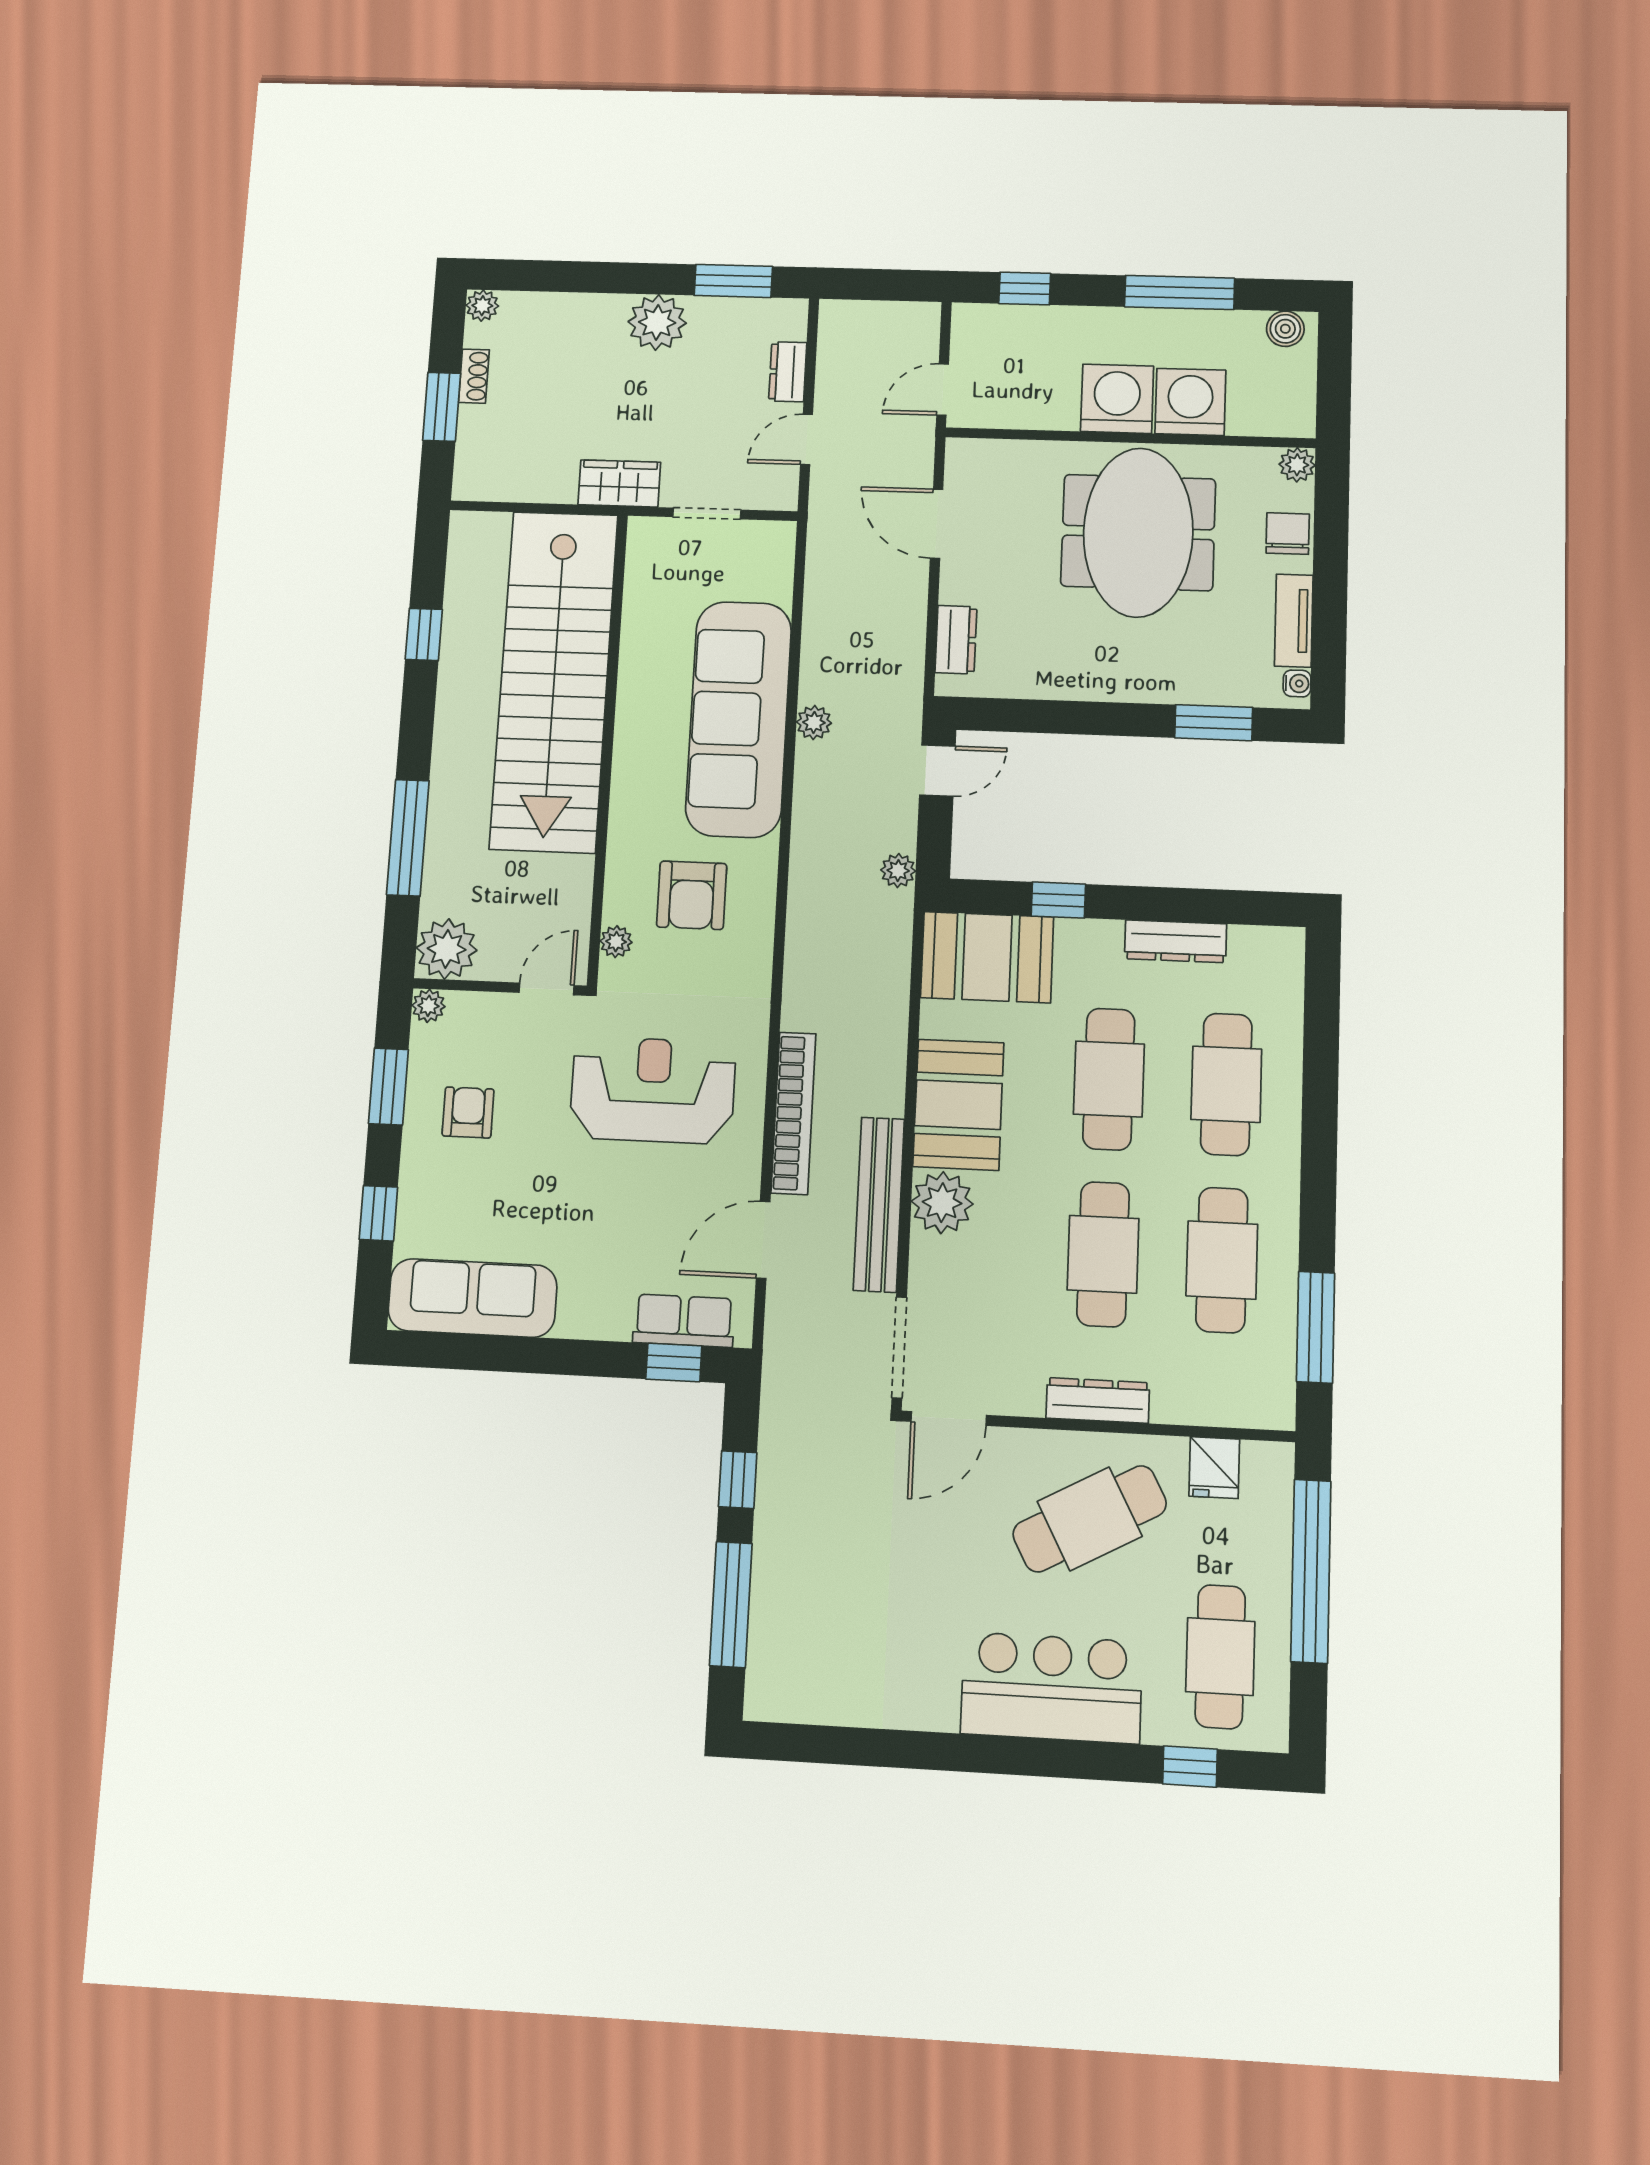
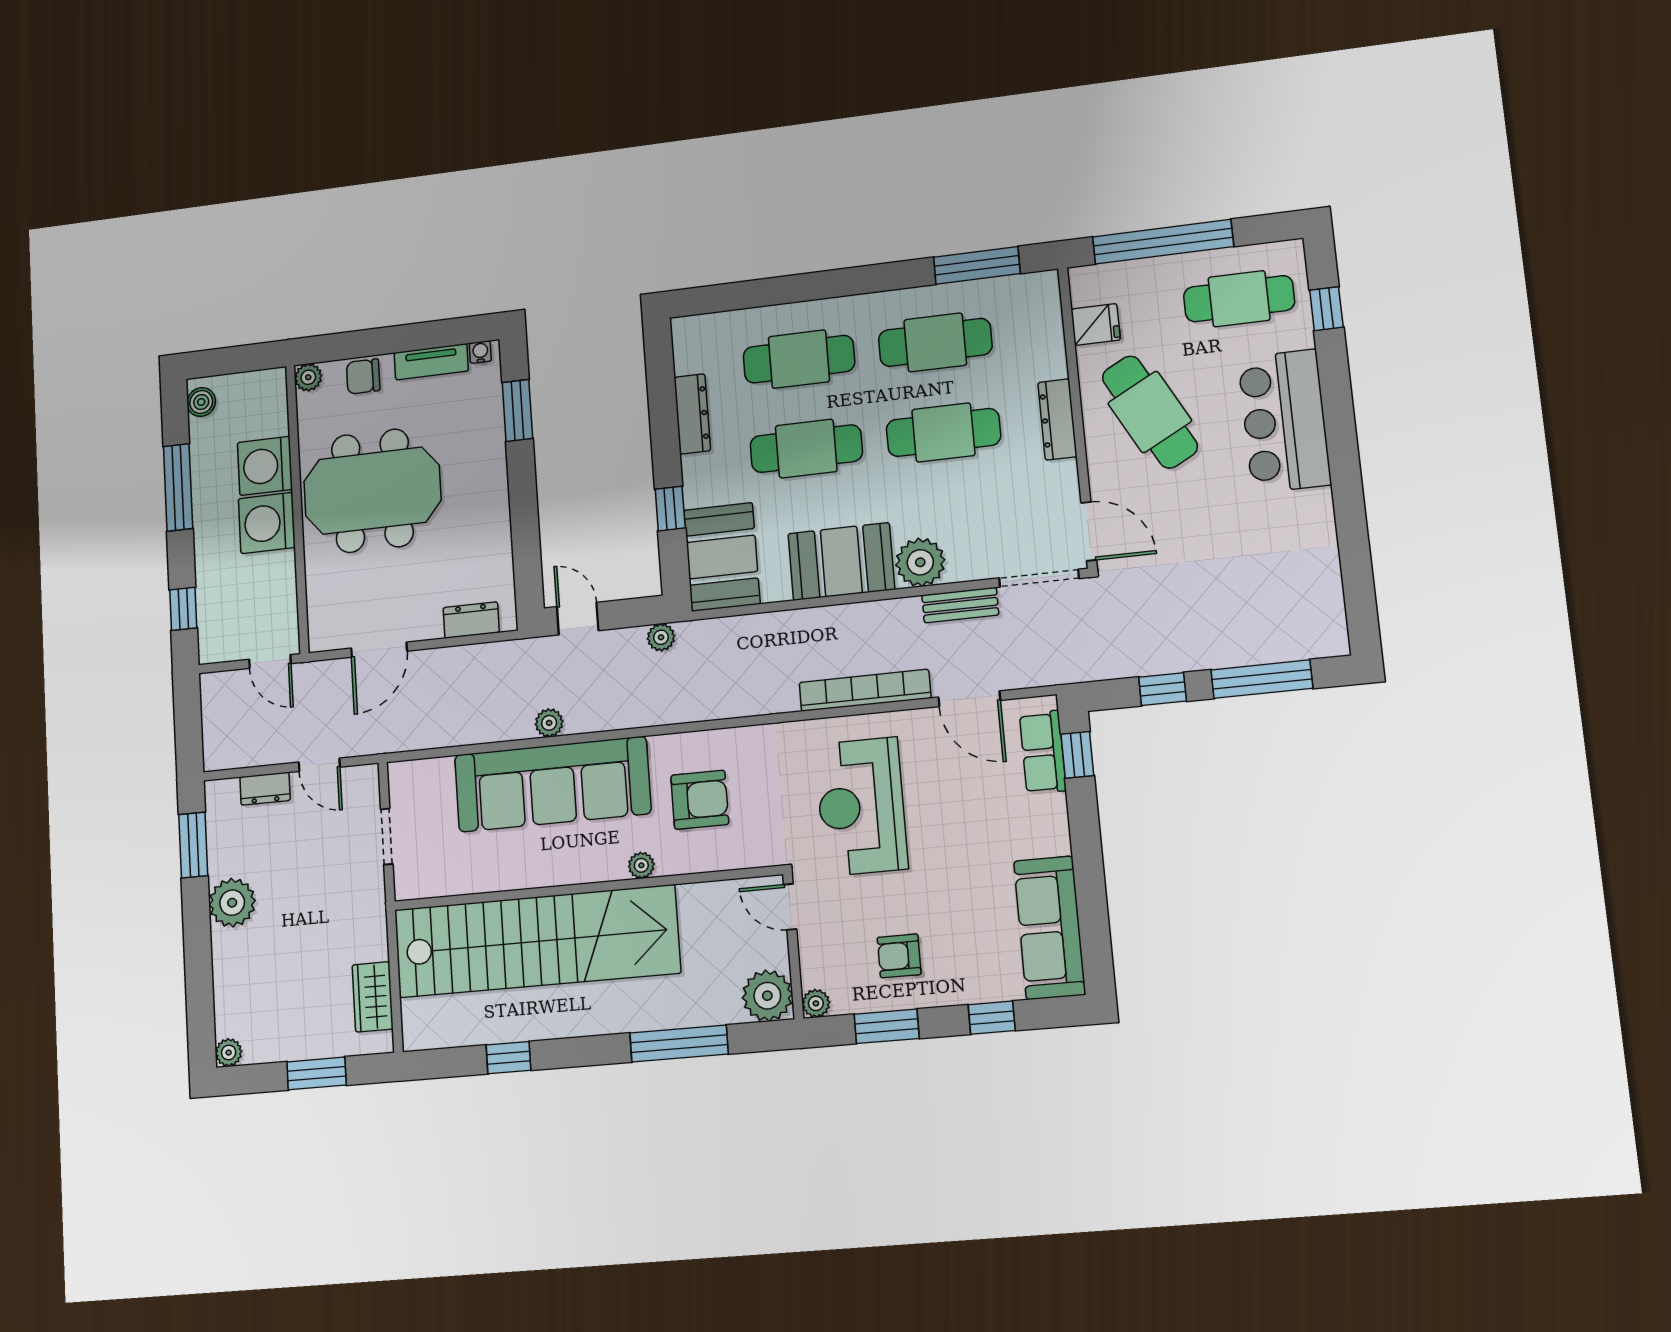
shoe rack: (474, 376) -> (288, 1050), removed
wardrobe: (619, 483) -> (373, 997), moved
plant: (616, 942) -> (641, 865), moved
bench: (879, 1204) -> (960, 605), width x0.54, depth x0.82

